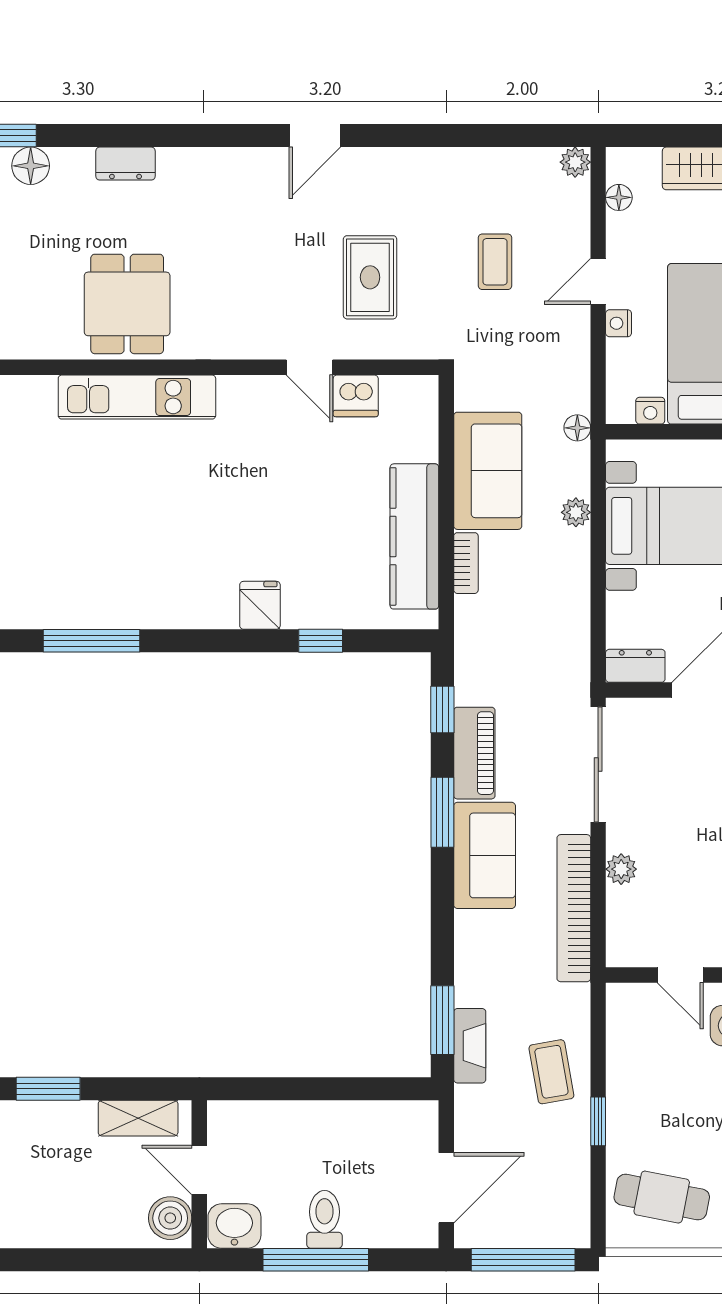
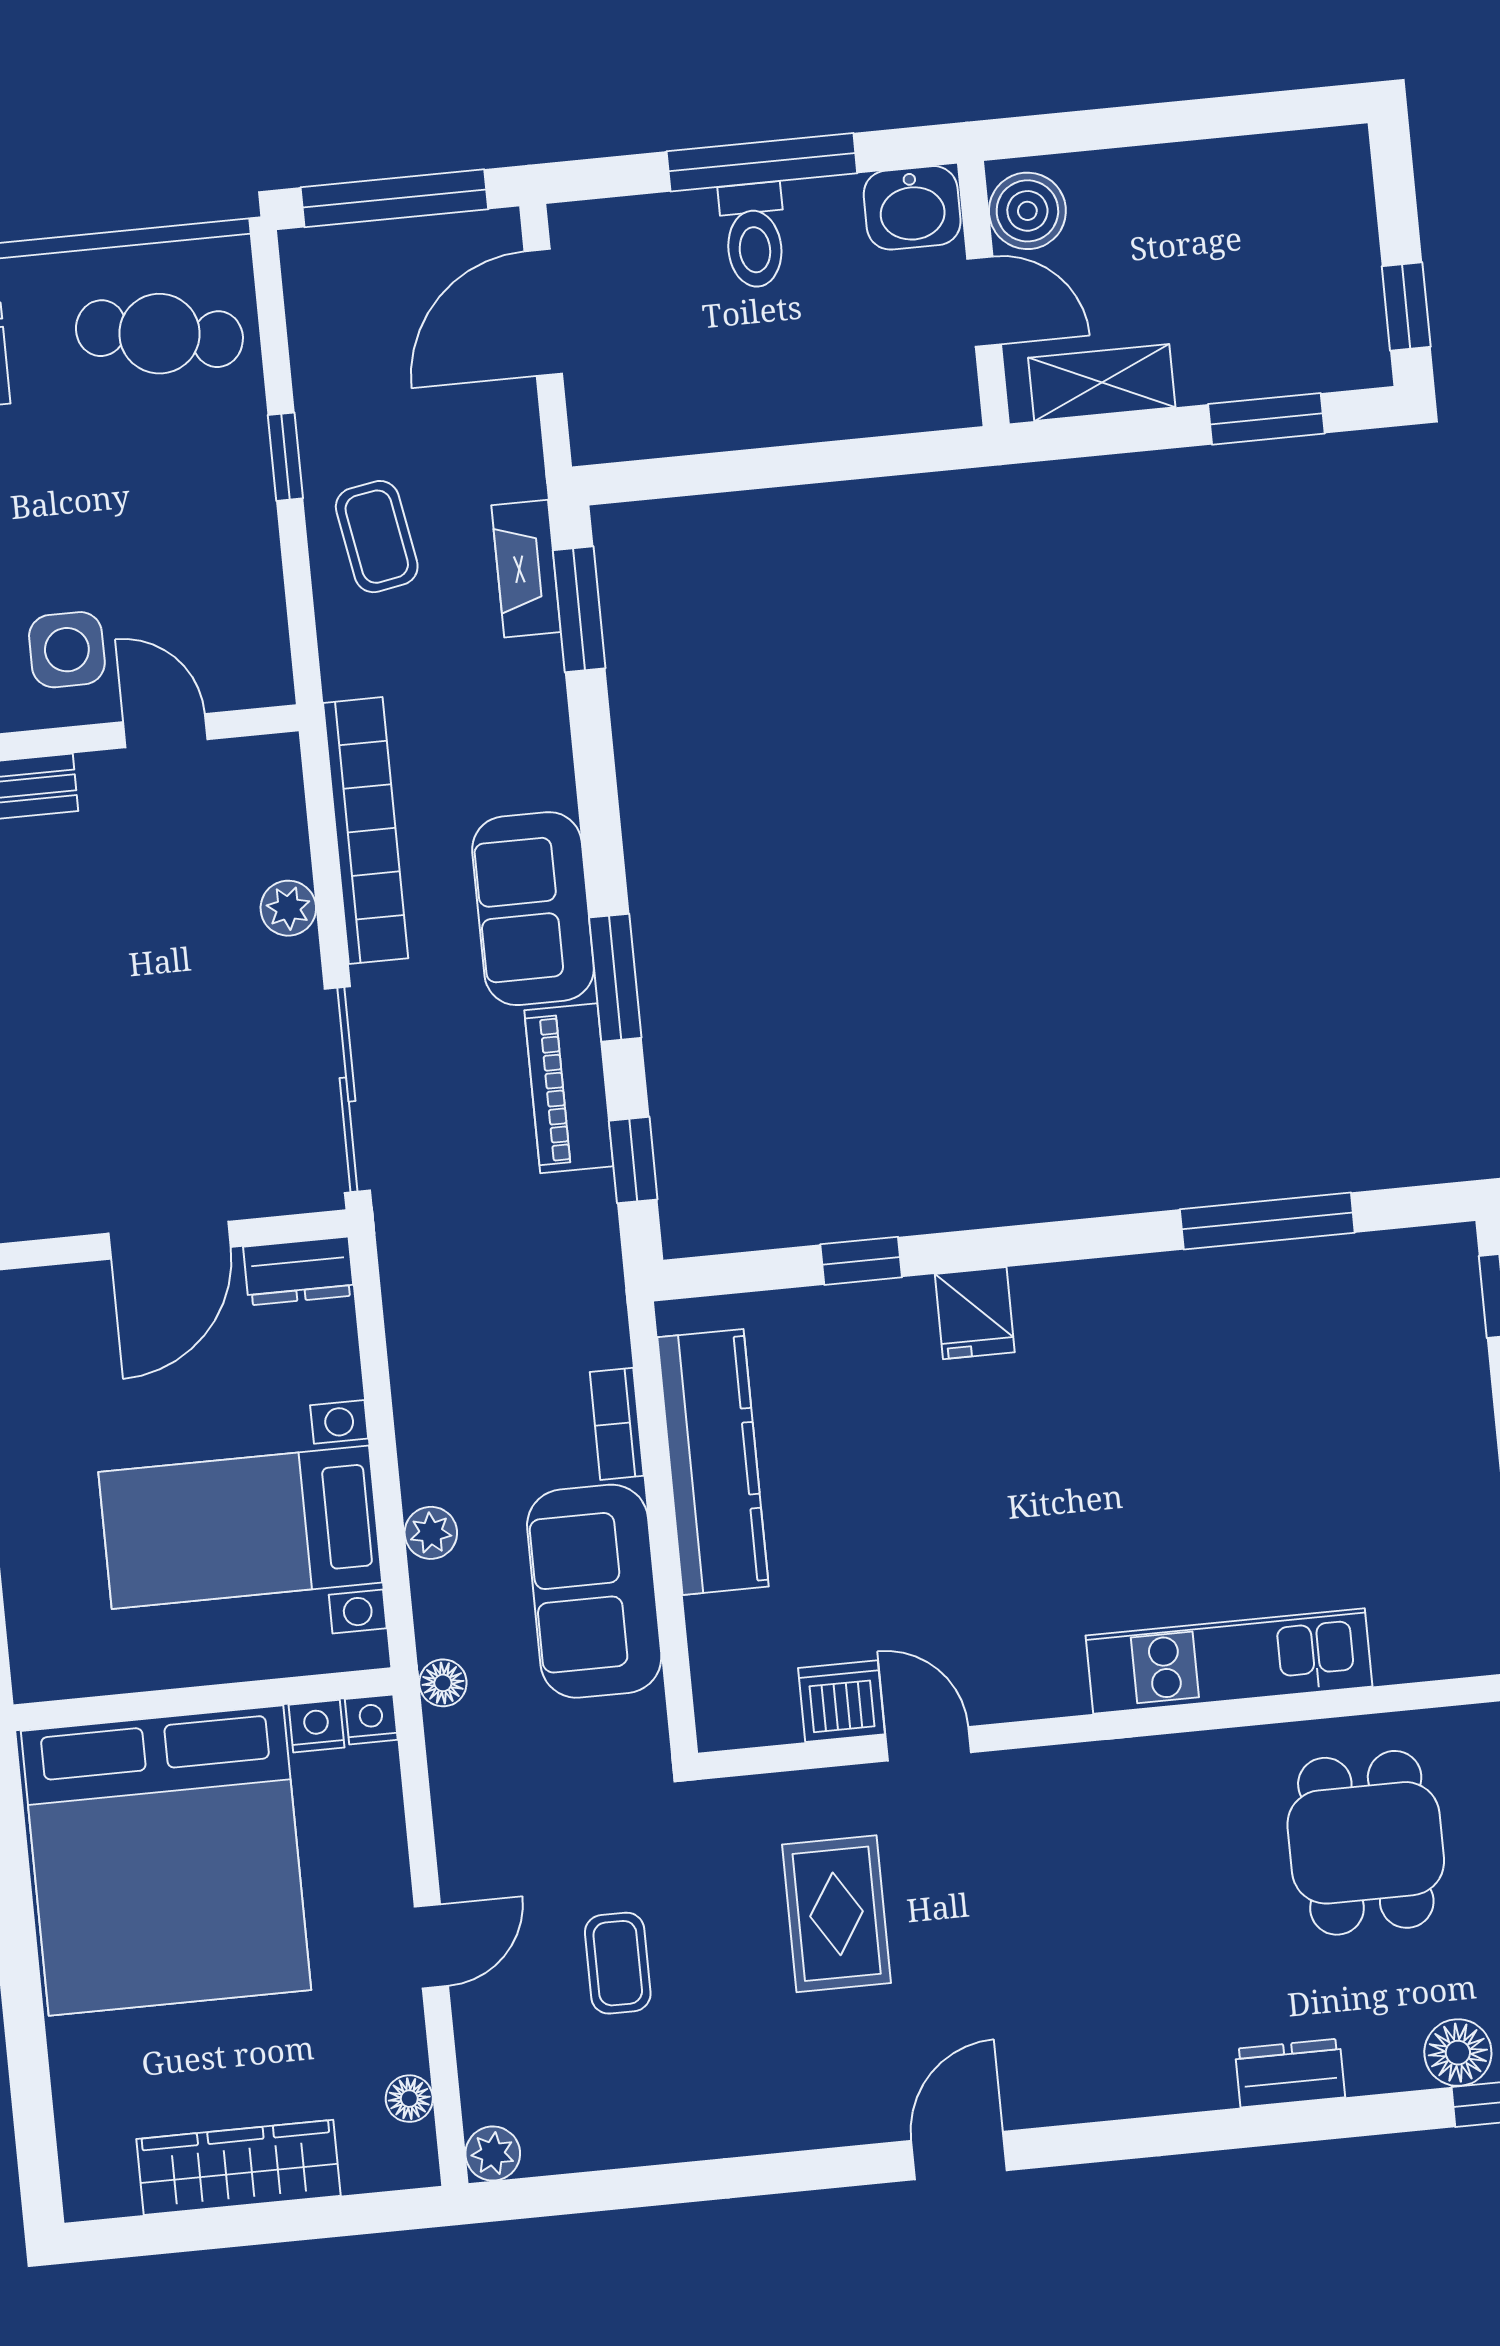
dining table: (127, 304) -> (1366, 1843), moved
nightstand: (619, 323) -> (371, 1719), moved, turned -90

